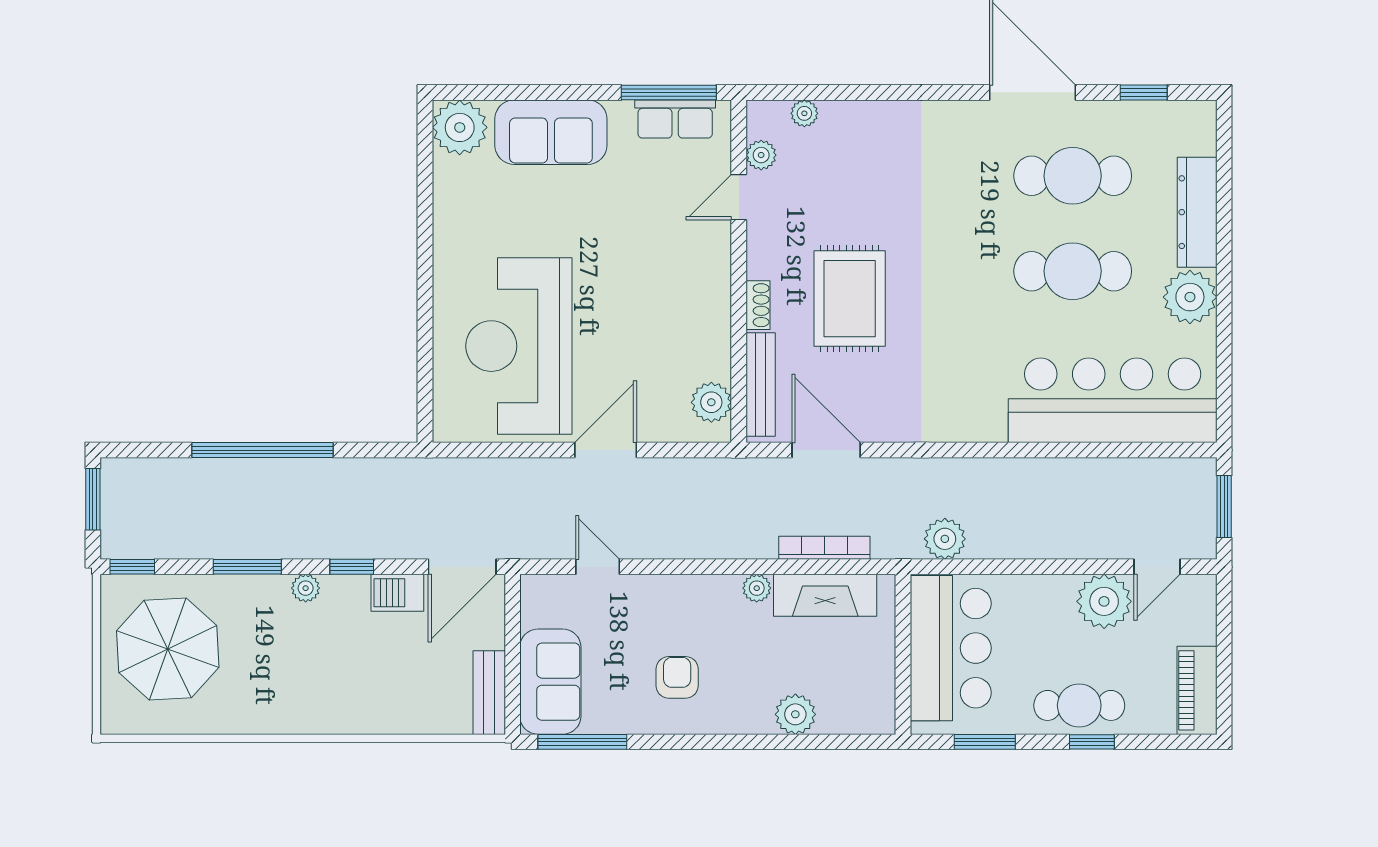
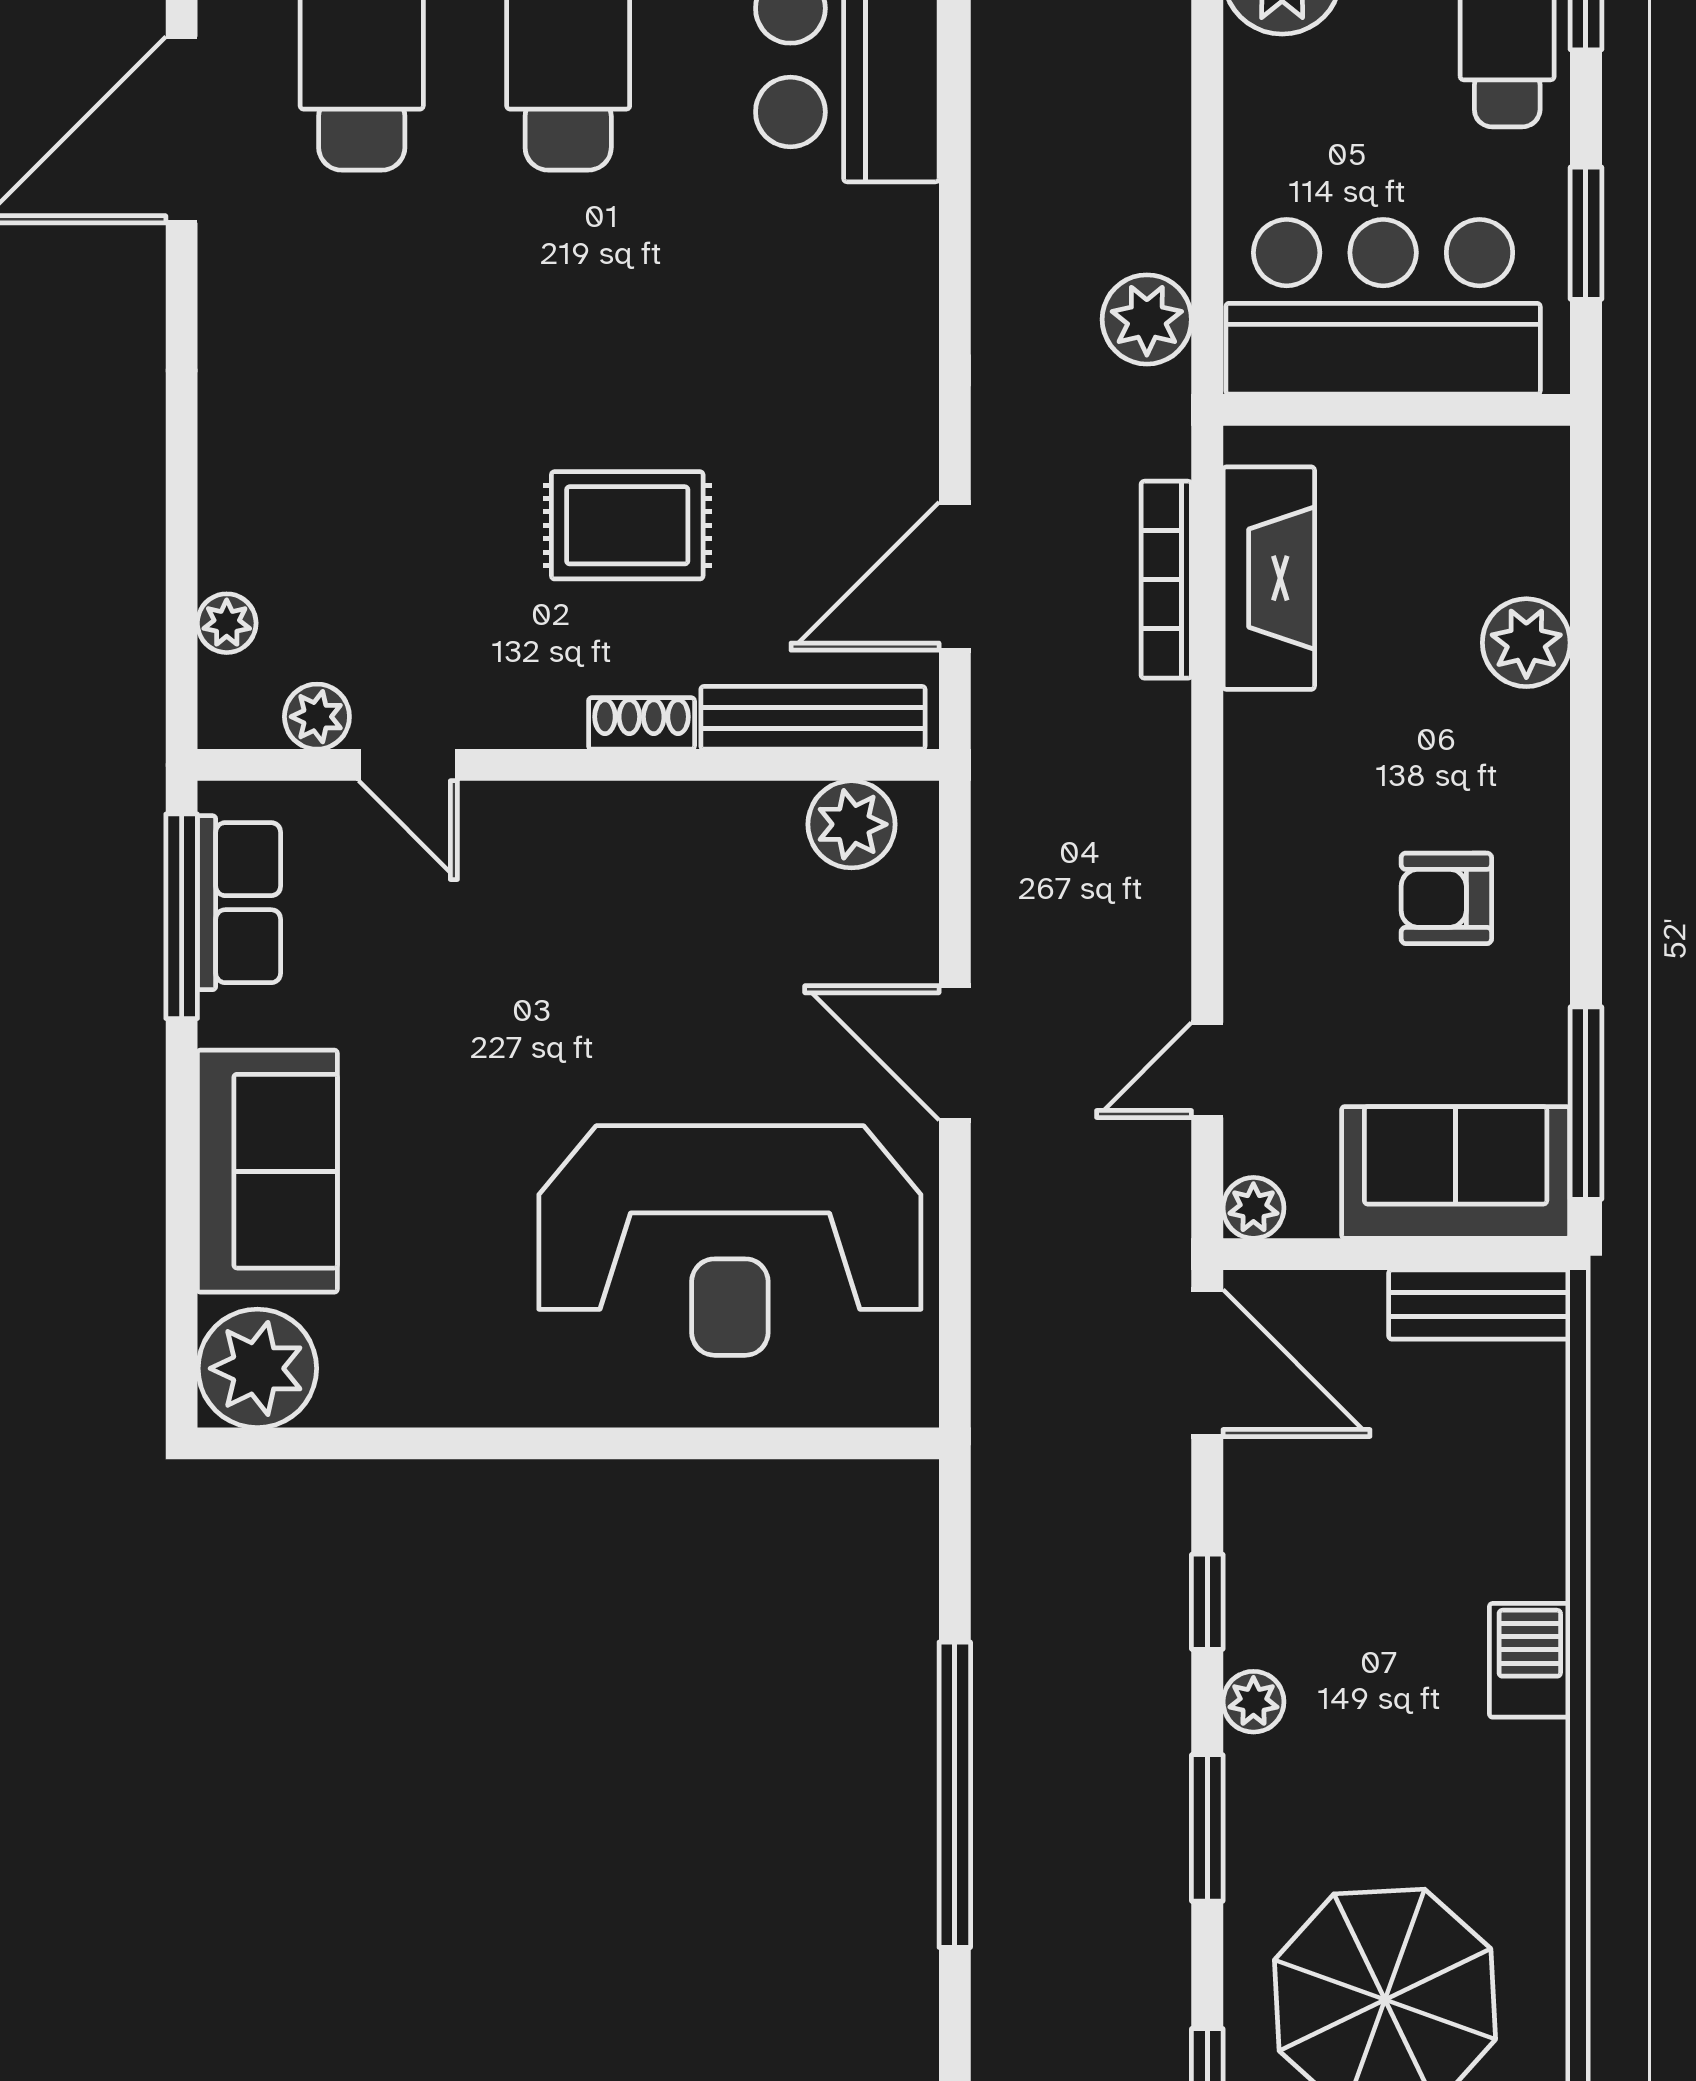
rug: (850, 299) -> (627, 525), width x0.73, depth x0.70
plant: (757, 588) -> (1253, 1208), moved
barbecue: (397, 593) -> (1530, 1660), moved, turned 180

